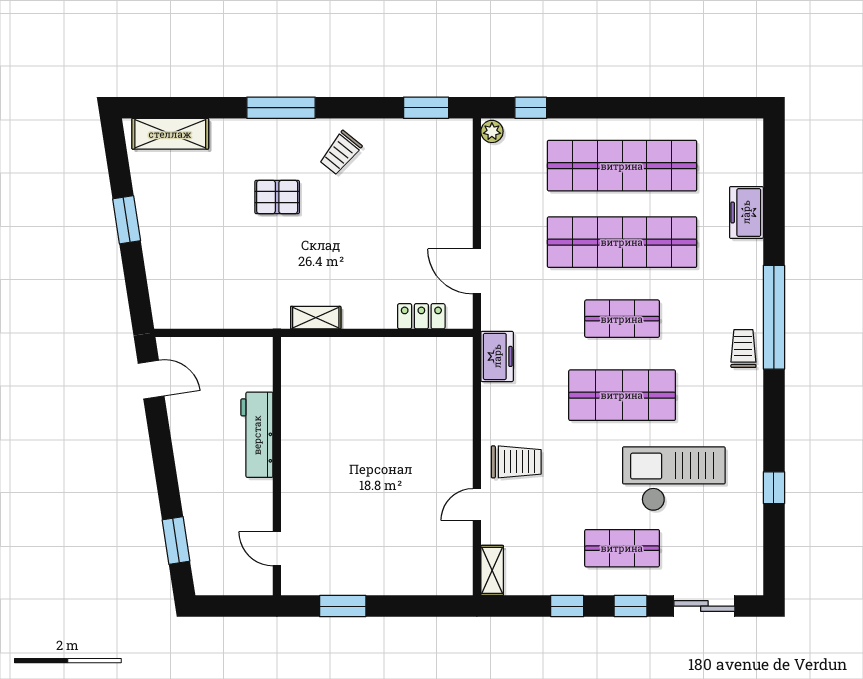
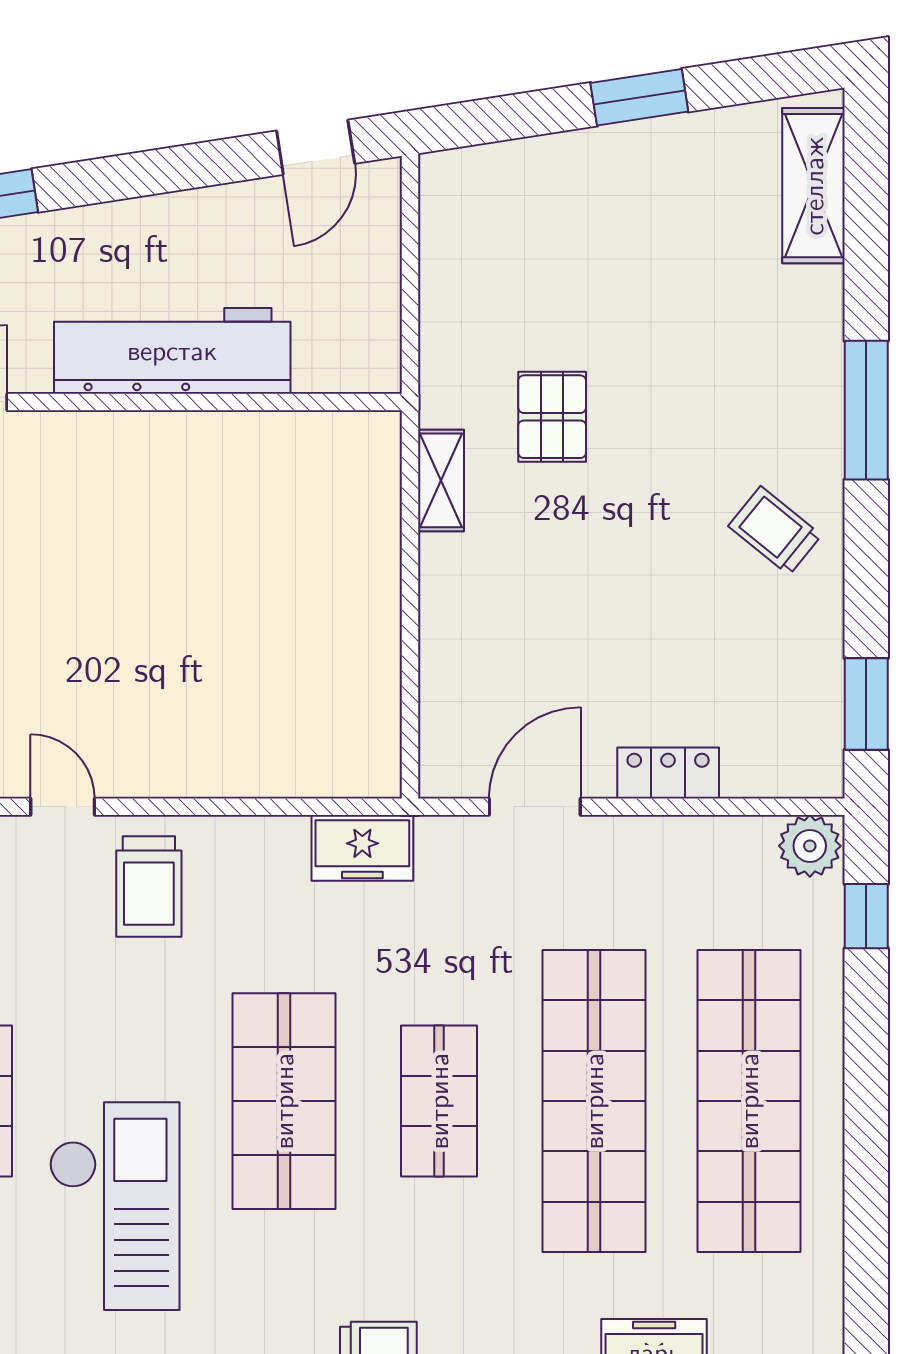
plant: (492, 131) -> (810, 846), width x1.38, depth x1.38
pallet: (277, 197) -> (552, 417), moved
locker: (421, 316) -> (668, 773), moved, turned -90
workbench: (257, 435) -> (172, 351), width x1.36, depth x1.32

